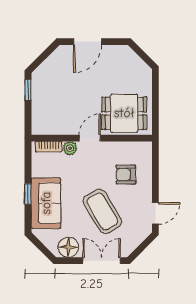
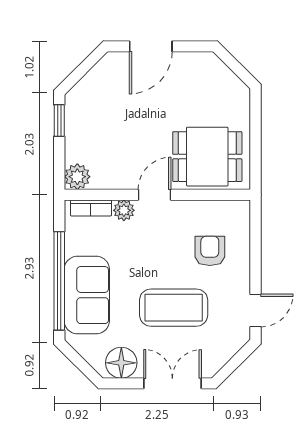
plant: (40, 126) -> (77, 177), added
armchair: (126, 175) -> (210, 251), turned 90
window: (28, 194) -> (59, 281), width x3.17
coffee table: (102, 211) -> (174, 308), turned -59

